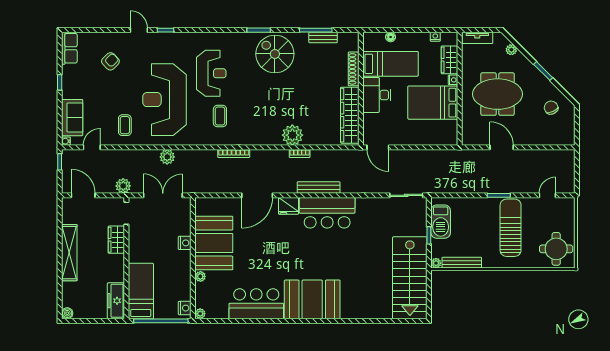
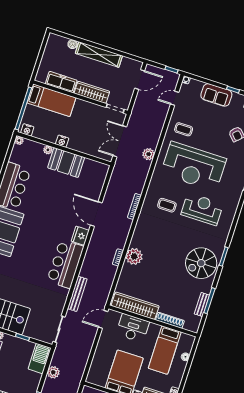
spiral stairs: (275, 54) -> (201, 263), turned 180
reception desk: (211, 73) -> (202, 209), turned 180
desk: (377, 95) -> (133, 328), moved
reception desk: (164, 100) -> (194, 166), turned 180
sofa: (72, 118) -> (216, 95), moved
door: (92, 147) -> (175, 98), swing flipped
plant: (123, 186) -> (53, 372), moved
bench: (319, 188) -> (77, 294), moved
double door: (163, 195) -> (120, 141), swing flipped
barbecue: (441, 222) -> (40, 359), moved, turned 90
wardrobe: (116, 240) -> (92, 92), width x1.50
nightstand: (185, 243) -> (62, 141), moved
booth: (214, 243) -> (66, 163), width x0.73, depth x0.70
freezer: (116, 301) -> (61, 82), moved
boiler: (67, 313) -> (73, 44), moved

